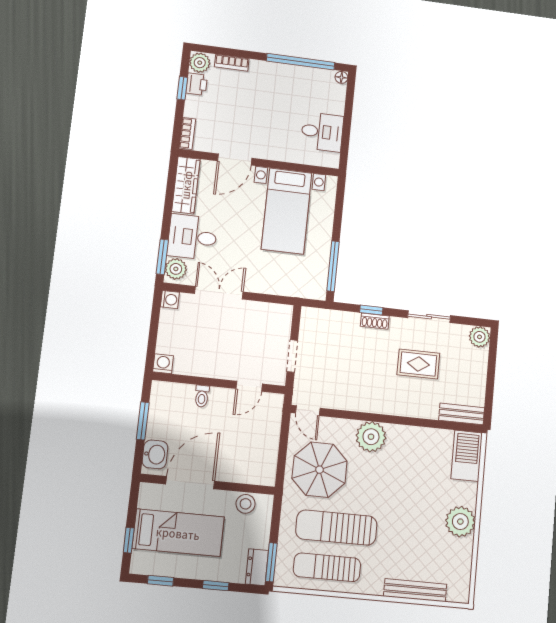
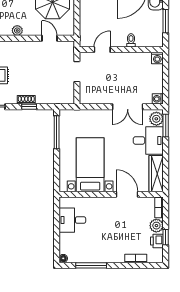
window: (301, 62) -> (91, 265), width x0.68
plant: (200, 63) -> (156, 226), moved
door: (235, 160) -> (127, 194), hinge flipped
door: (308, 411) -> (50, 38), moved
plant: (371, 437) -> (17, 30), width x0.53, depth x0.53

